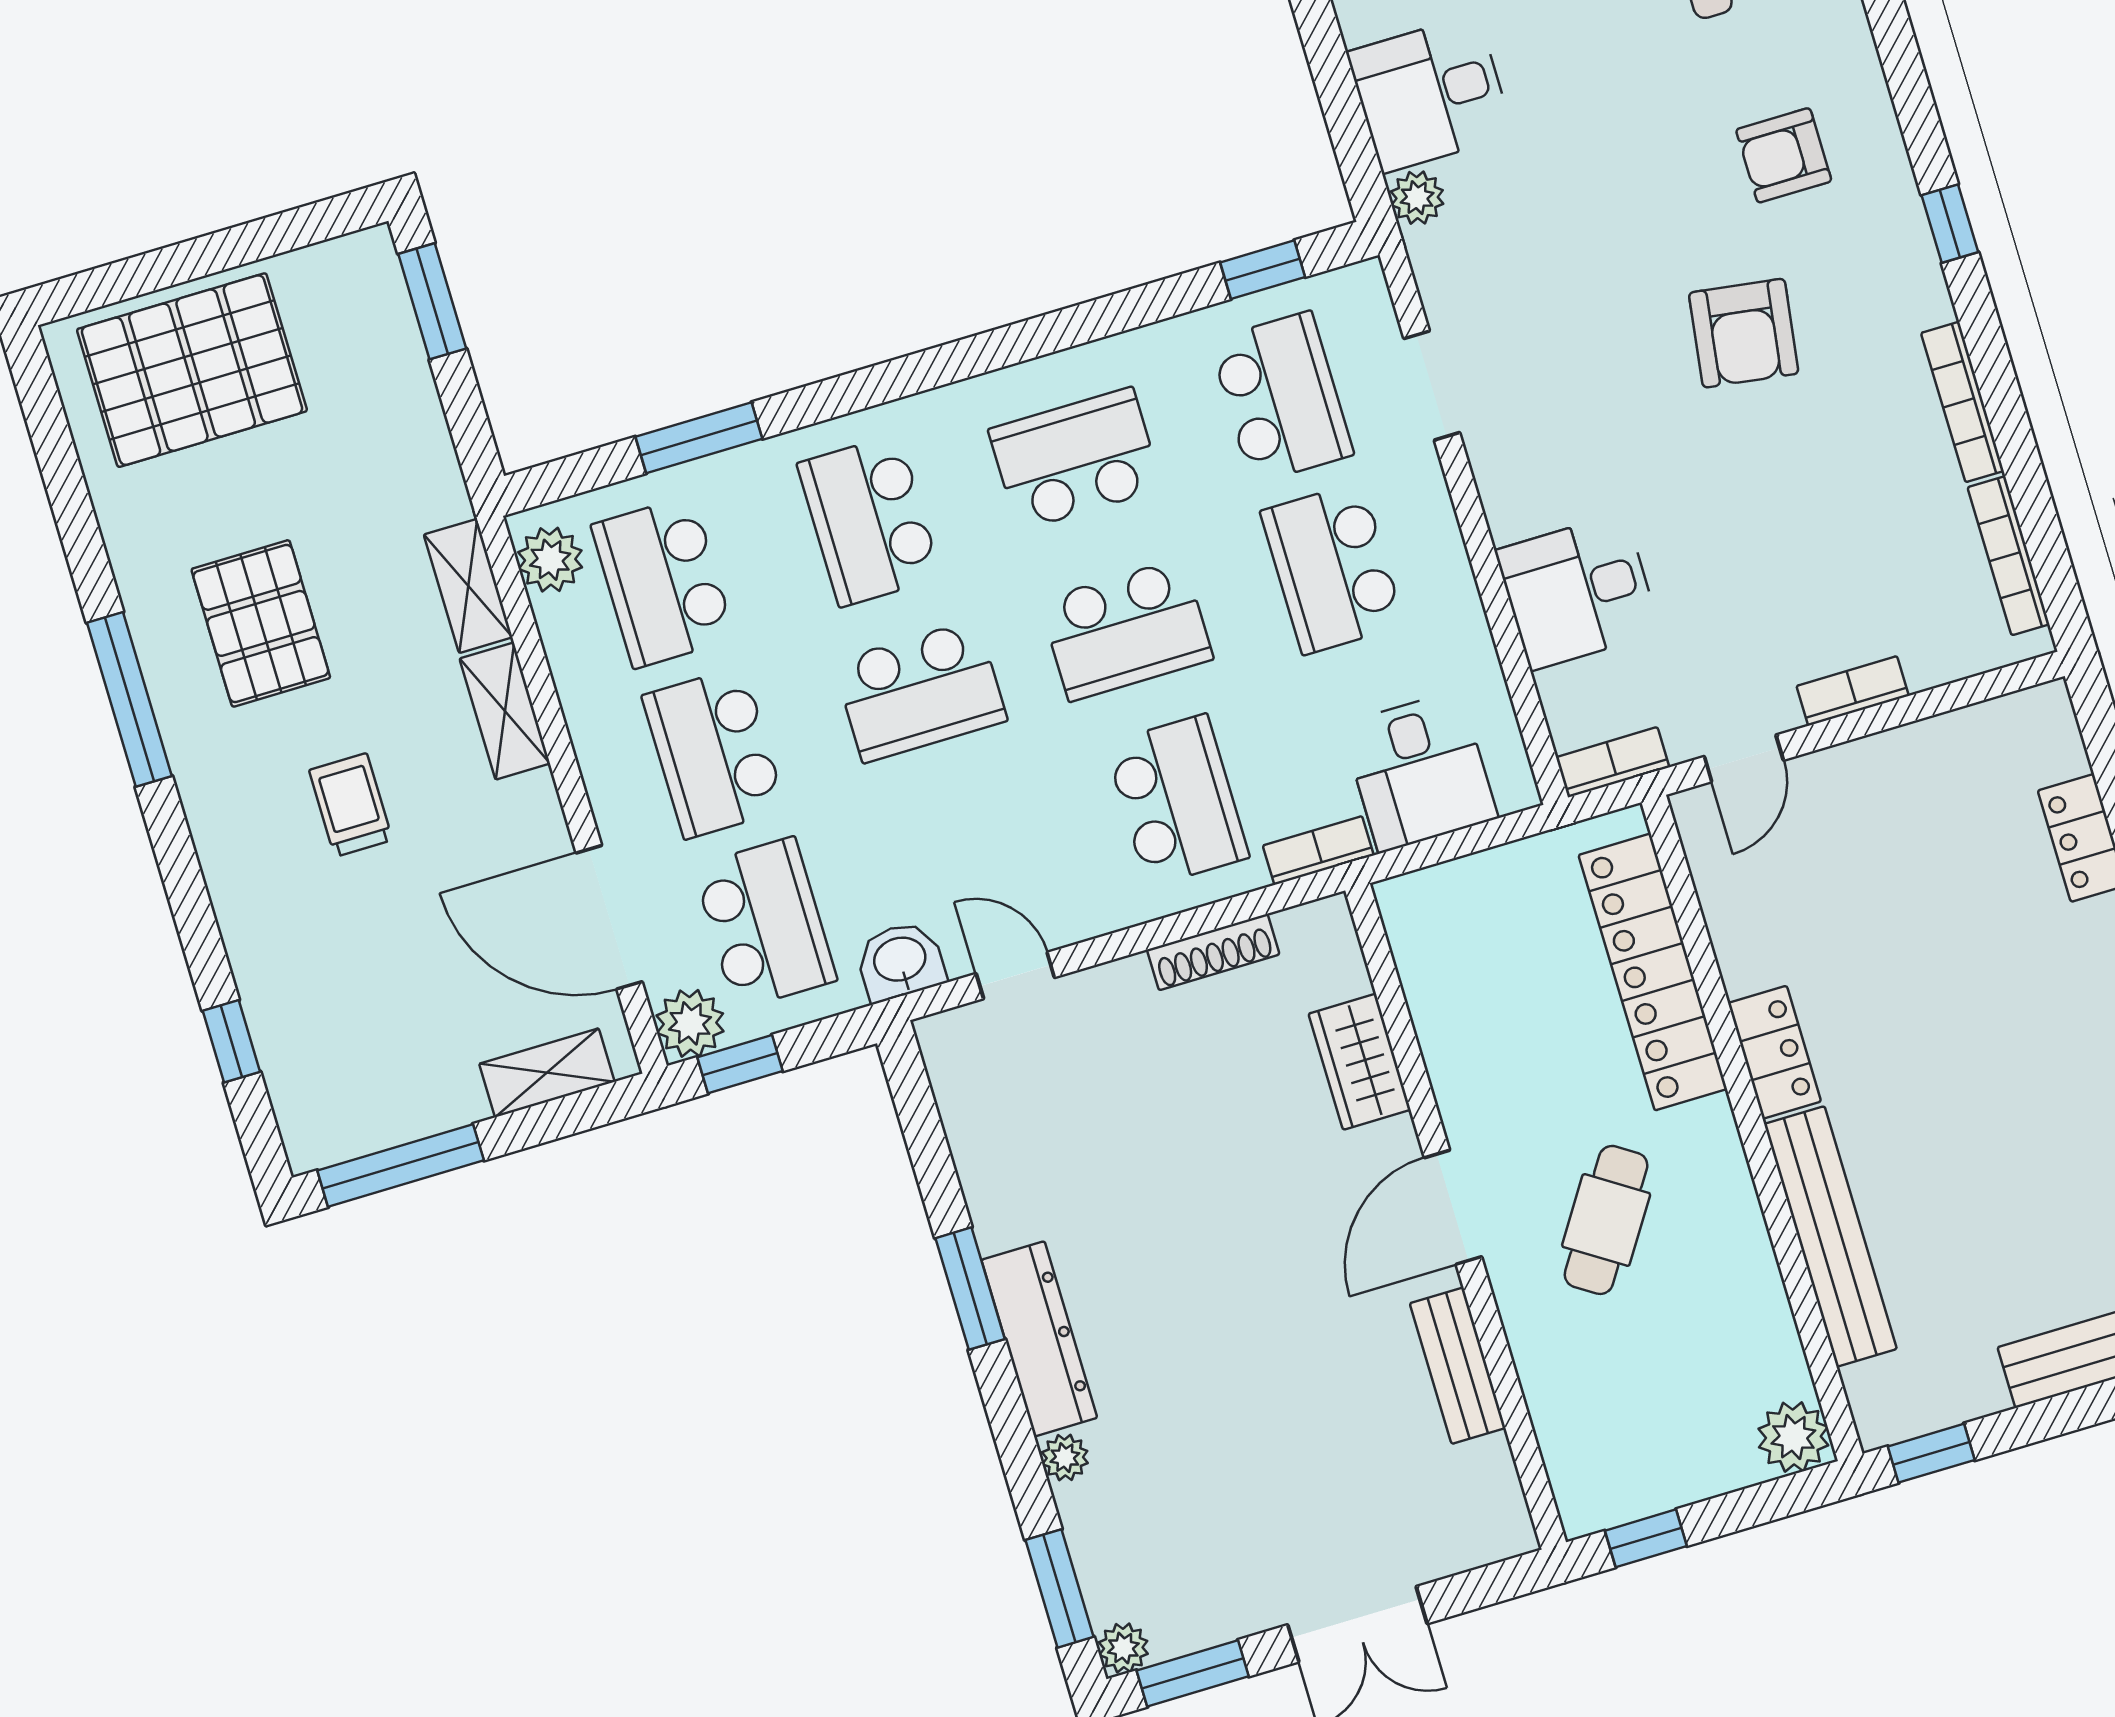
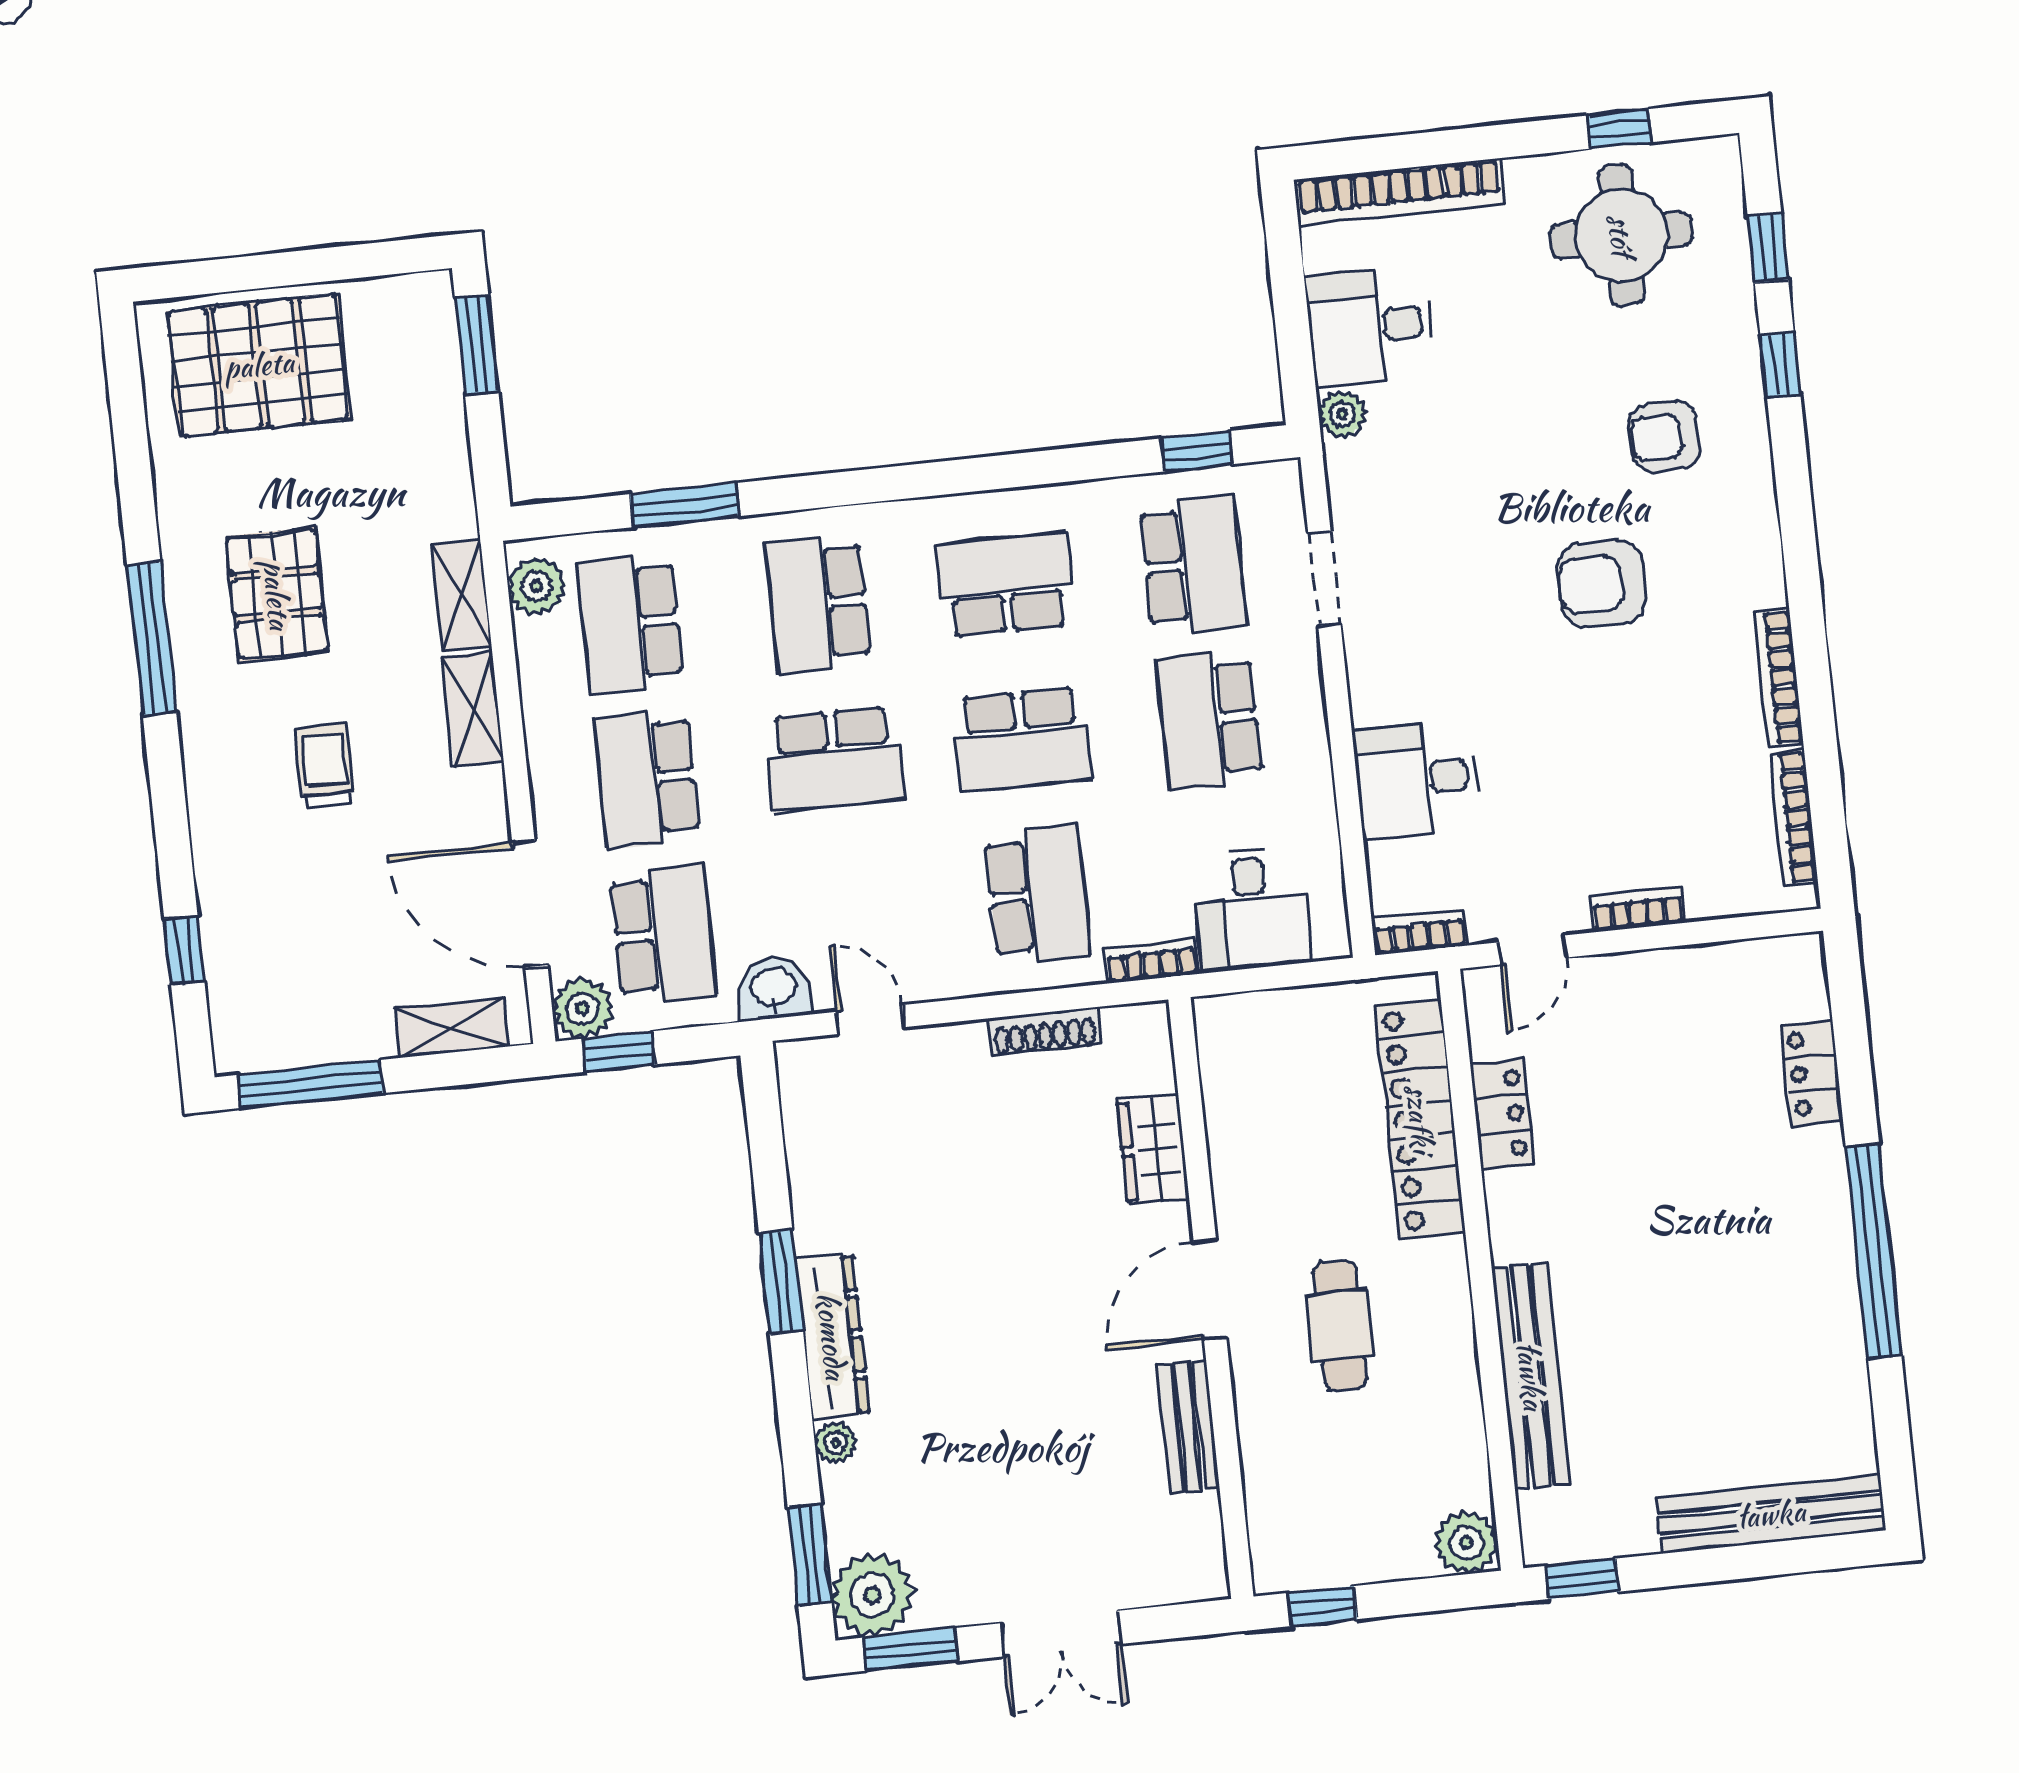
window: (1950, 224) -> (1780, 365), moved
armchair: (1744, 333) -> (1602, 583), turned 82
locker: (1774, 1052) -> (1502, 1114), moved
cafe table: (1606, 1220) -> (1340, 1325), turned -33
plant: (1123, 1648) -> (872, 1595), width x1.87, depth x1.87

